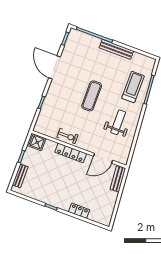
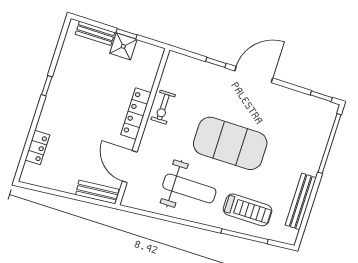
bench: (116, 49) -> (301, 201), moved
door: (54, 67) -> (254, 75), moved
exercise mat: (92, 96) -> (230, 143), width x2.00, depth x1.45
weight bench: (118, 122) -> (189, 188), width x1.36, depth x1.33
shower: (37, 142) -> (123, 46), moved
locker: (79, 211) -> (37, 147), moved

